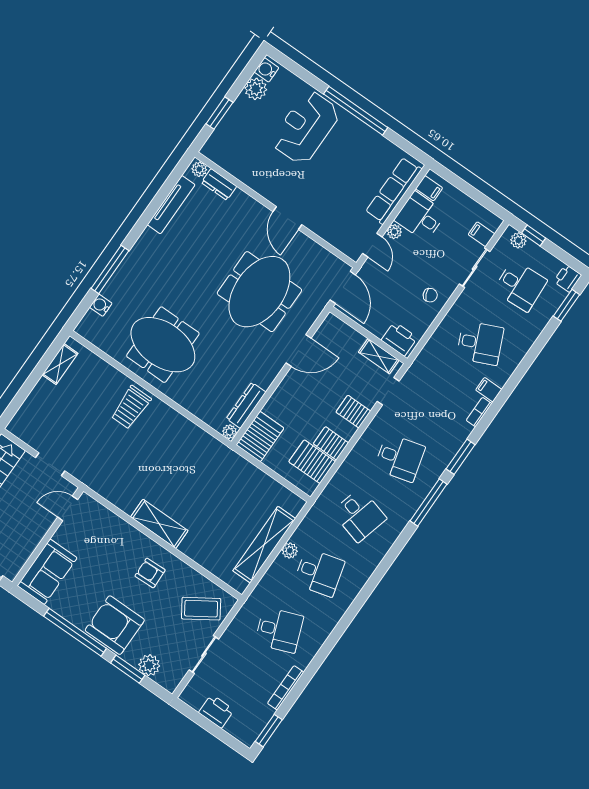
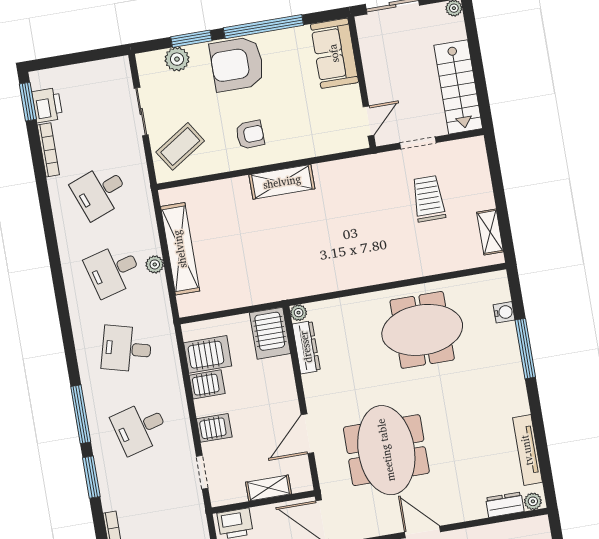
shelving: (379, 356) -> (268, 488), moved
trolley: (131, 407) -> (429, 199), moved
armchair: (115, 625) -> (237, 64), turned 180
printer: (216, 711) -> (47, 105), moved, turned -90

